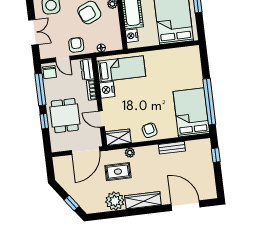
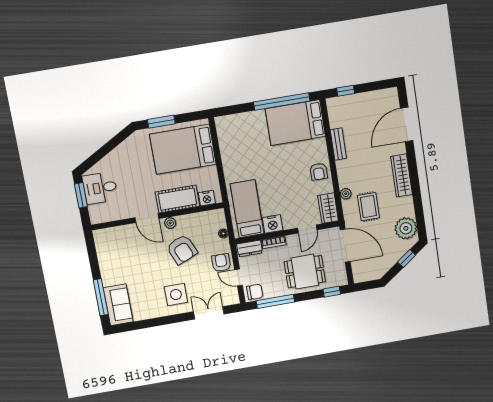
armchair: (76, 45) -> (221, 263), turned 90
door: (63, 59) -> (239, 278), swing flipped
window: (44, 121) -> (332, 292), moved
armchair: (150, 130) -> (319, 172), turned -76
plant: (115, 201) -> (406, 228), moved

